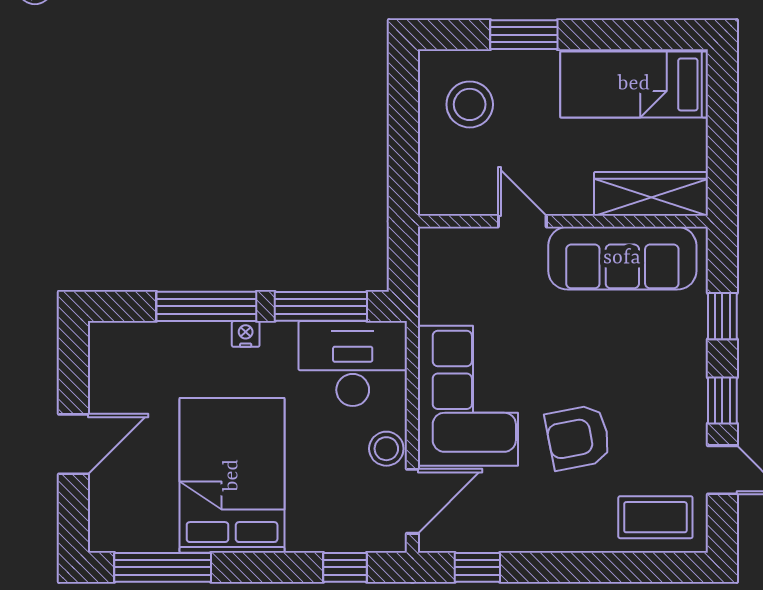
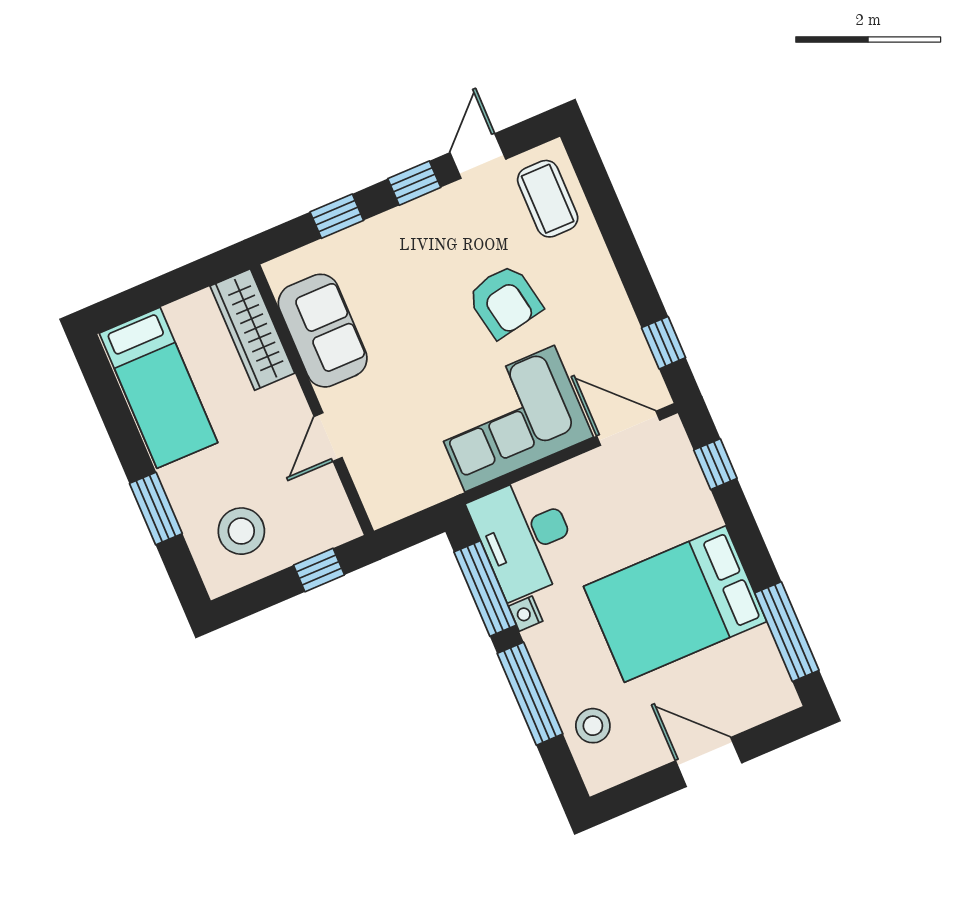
window: (403, 161) -> (319, 570), added
sofa: (622, 258) -> (323, 331), width x0.73
nightstand: (246, 334) -> (526, 614), moved
stool: (386, 449) -> (593, 726), moved

